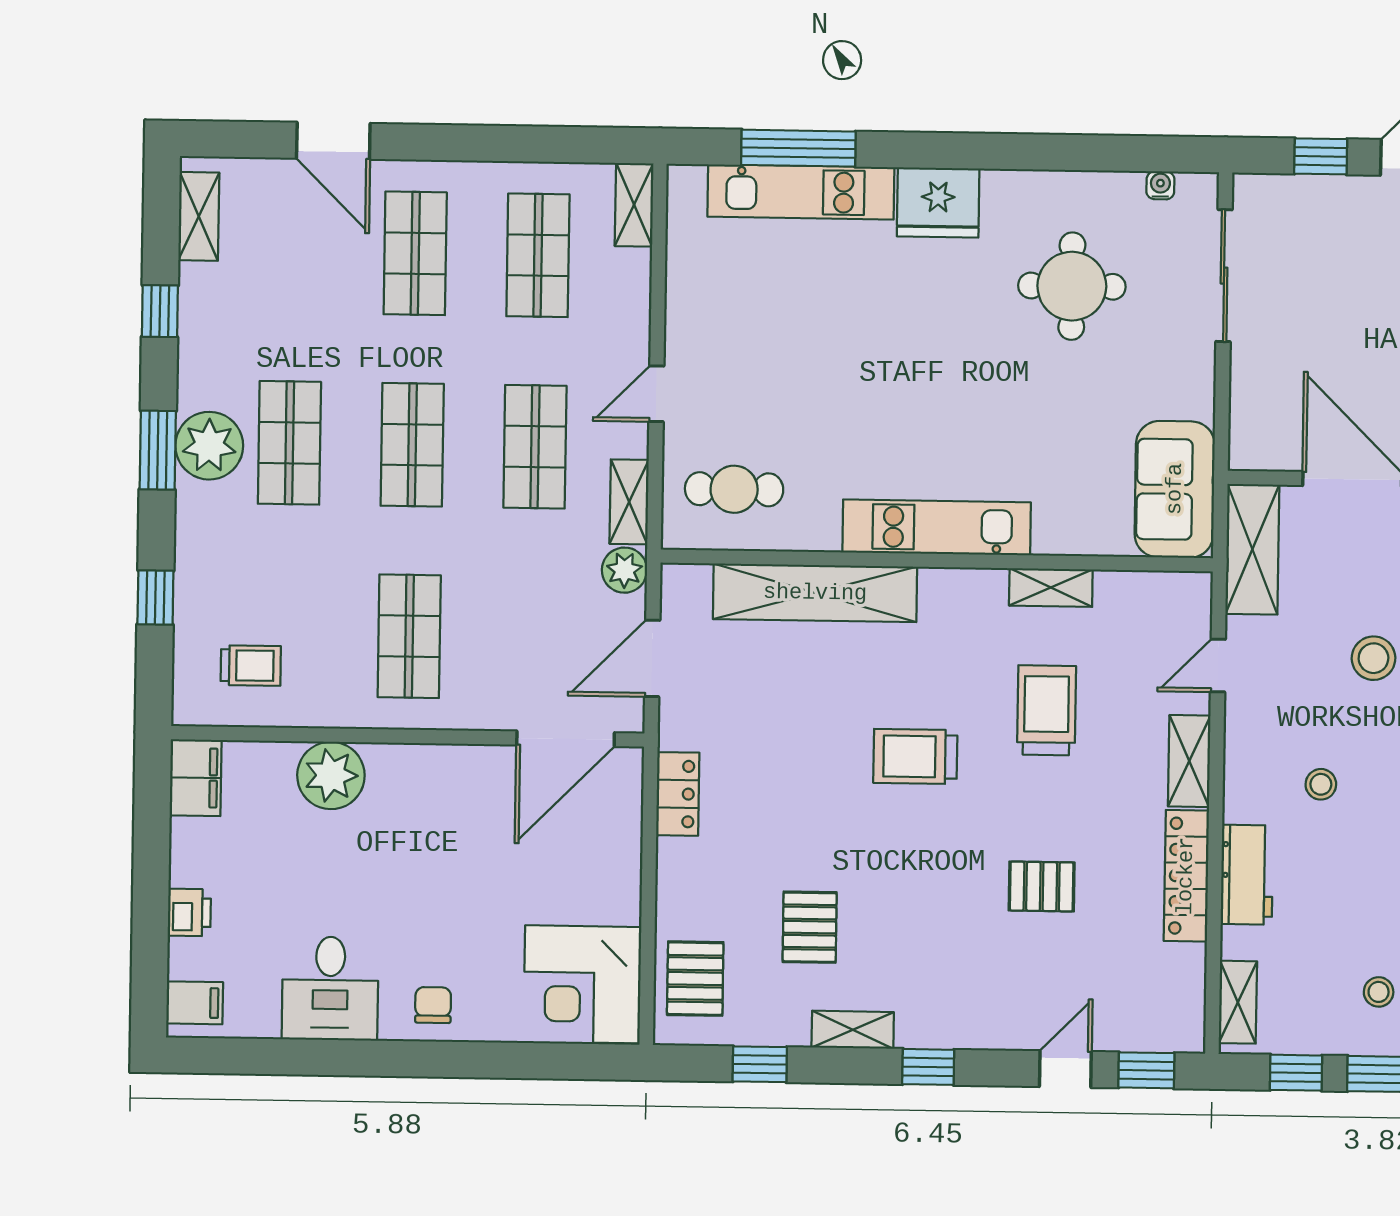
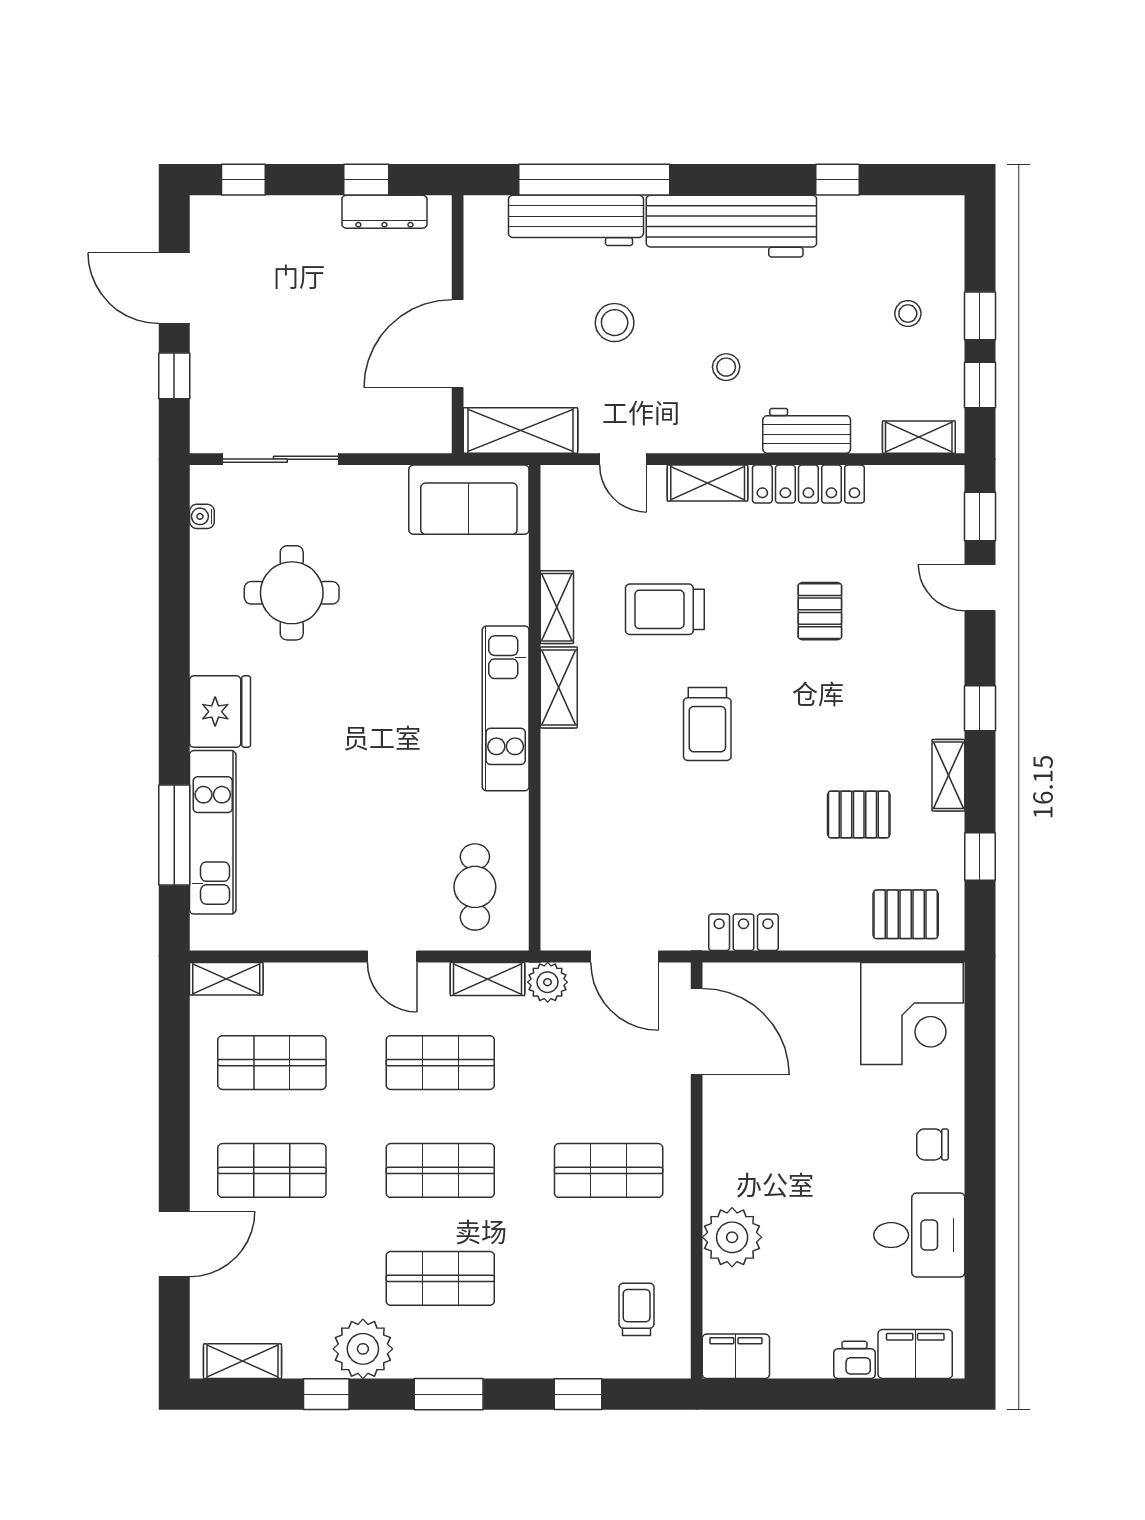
plant: (209, 446) -> (363, 1349), moved
shelving: (815, 593) -> (559, 687), moved, width x0.45, depth x0.75
filing cabinet: (195, 1003) -> (915, 1354), width x2.00

